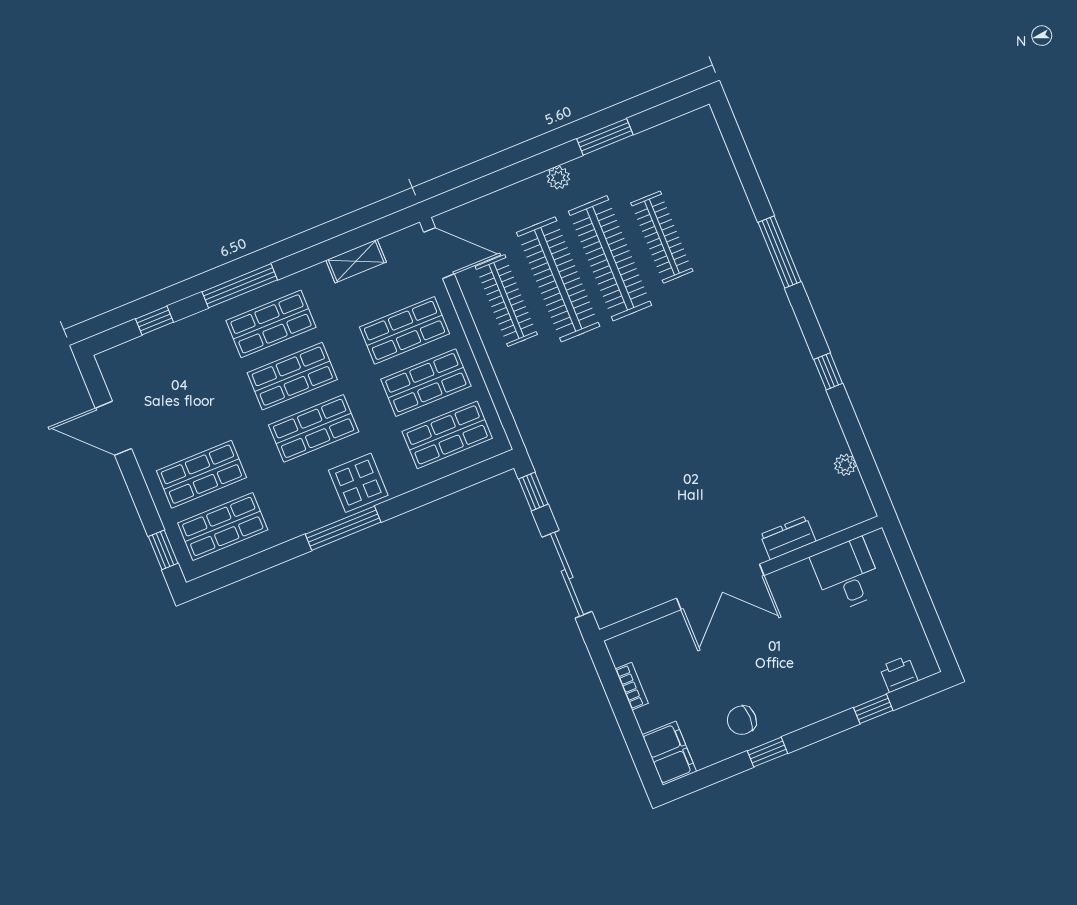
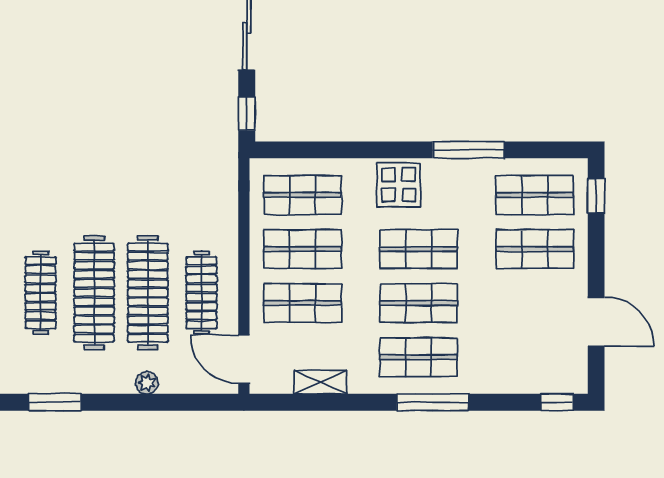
plant: (558, 178) -> (147, 383), moved
window: (155, 321) -> (557, 402), moved
window: (343, 528) -> (469, 150), moved

